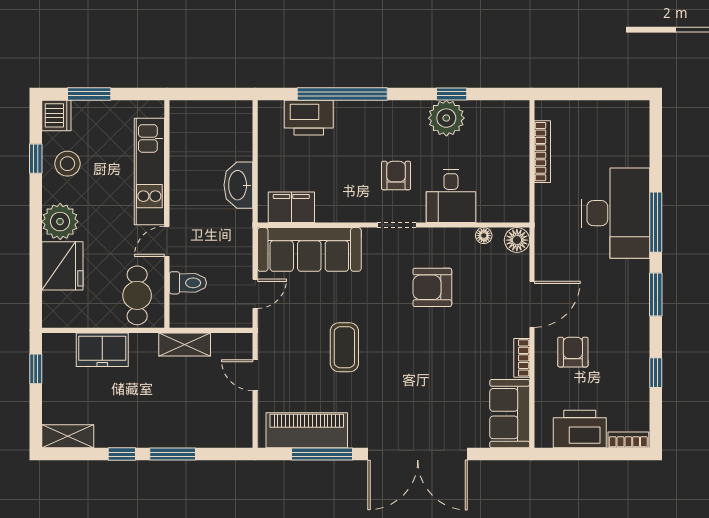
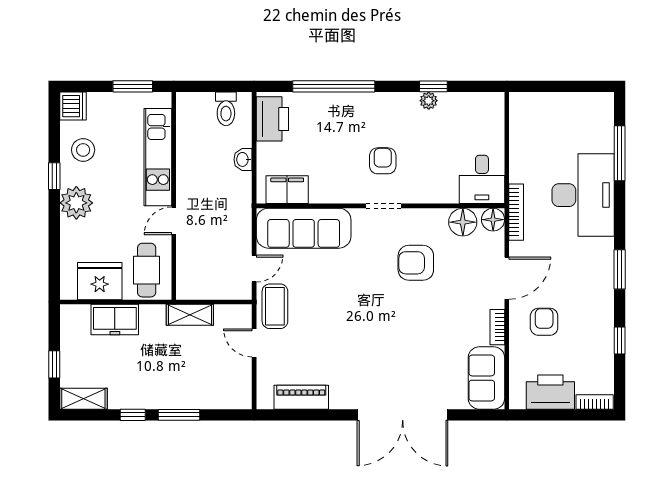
window: (89, 94) -> (133, 86), moved
printer: (309, 118) -> (272, 119), moved, turned -90
plant: (446, 118) -> (429, 101), width x0.53, depth x0.53
bookcase: (542, 152) -> (516, 212), moved
window: (36, 159) -> (54, 176), moved
washbasin: (238, 185) -> (243, 159), width x0.52, depth x0.69
desk: (451, 196) -> (482, 179), moved
window: (656, 222) -> (620, 153), moved
floor lamp: (484, 236) -> (463, 222), width x1.89, depth x1.89
fridge: (62, 266) -> (100, 281), moved, turned -90
toilet: (188, 283) -> (226, 109), moved, turned 90
coffee table: (344, 347) -> (275, 306), moved
window: (36, 369) -> (54, 364), moved
piano: (307, 430) -> (301, 397), width x0.73, depth x0.75
window: (322, 454) -> (315, 415), removed

